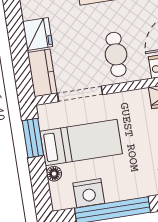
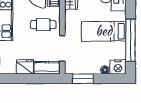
bed: (81, 143) -> (104, 31), moved, turned -90
nightstand: (89, 193) -> (118, 67), moved, turned 90

